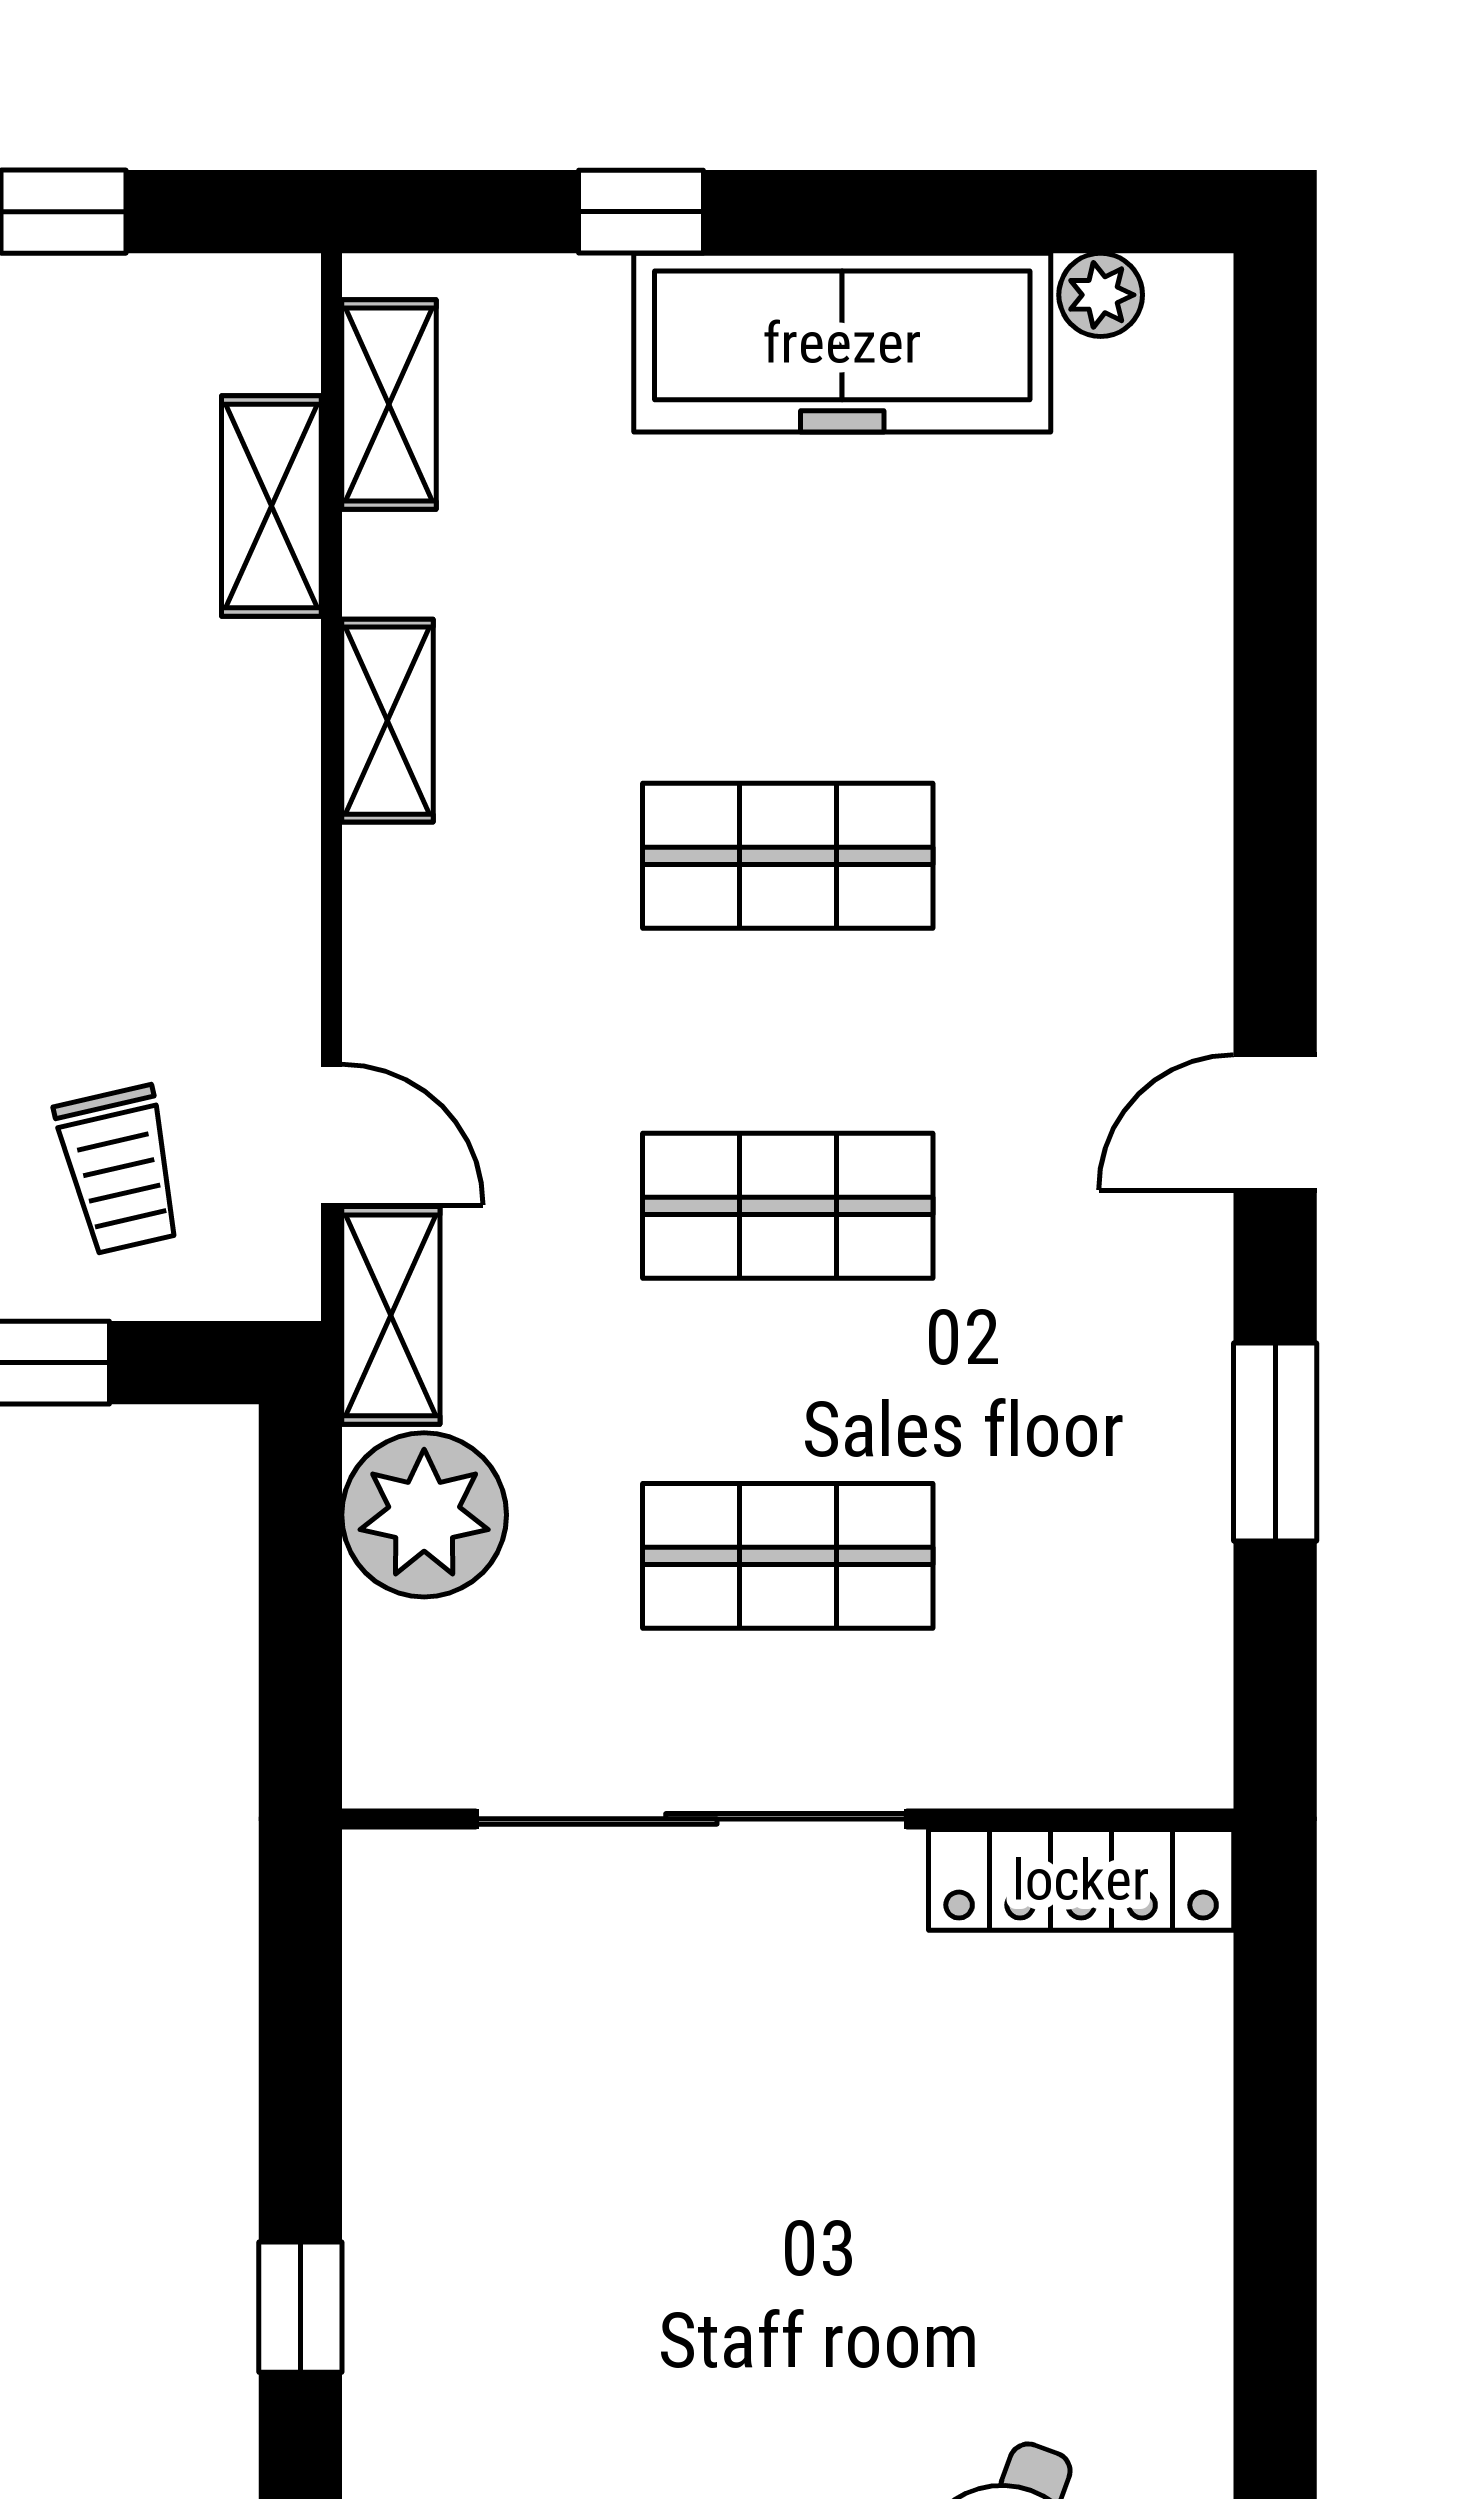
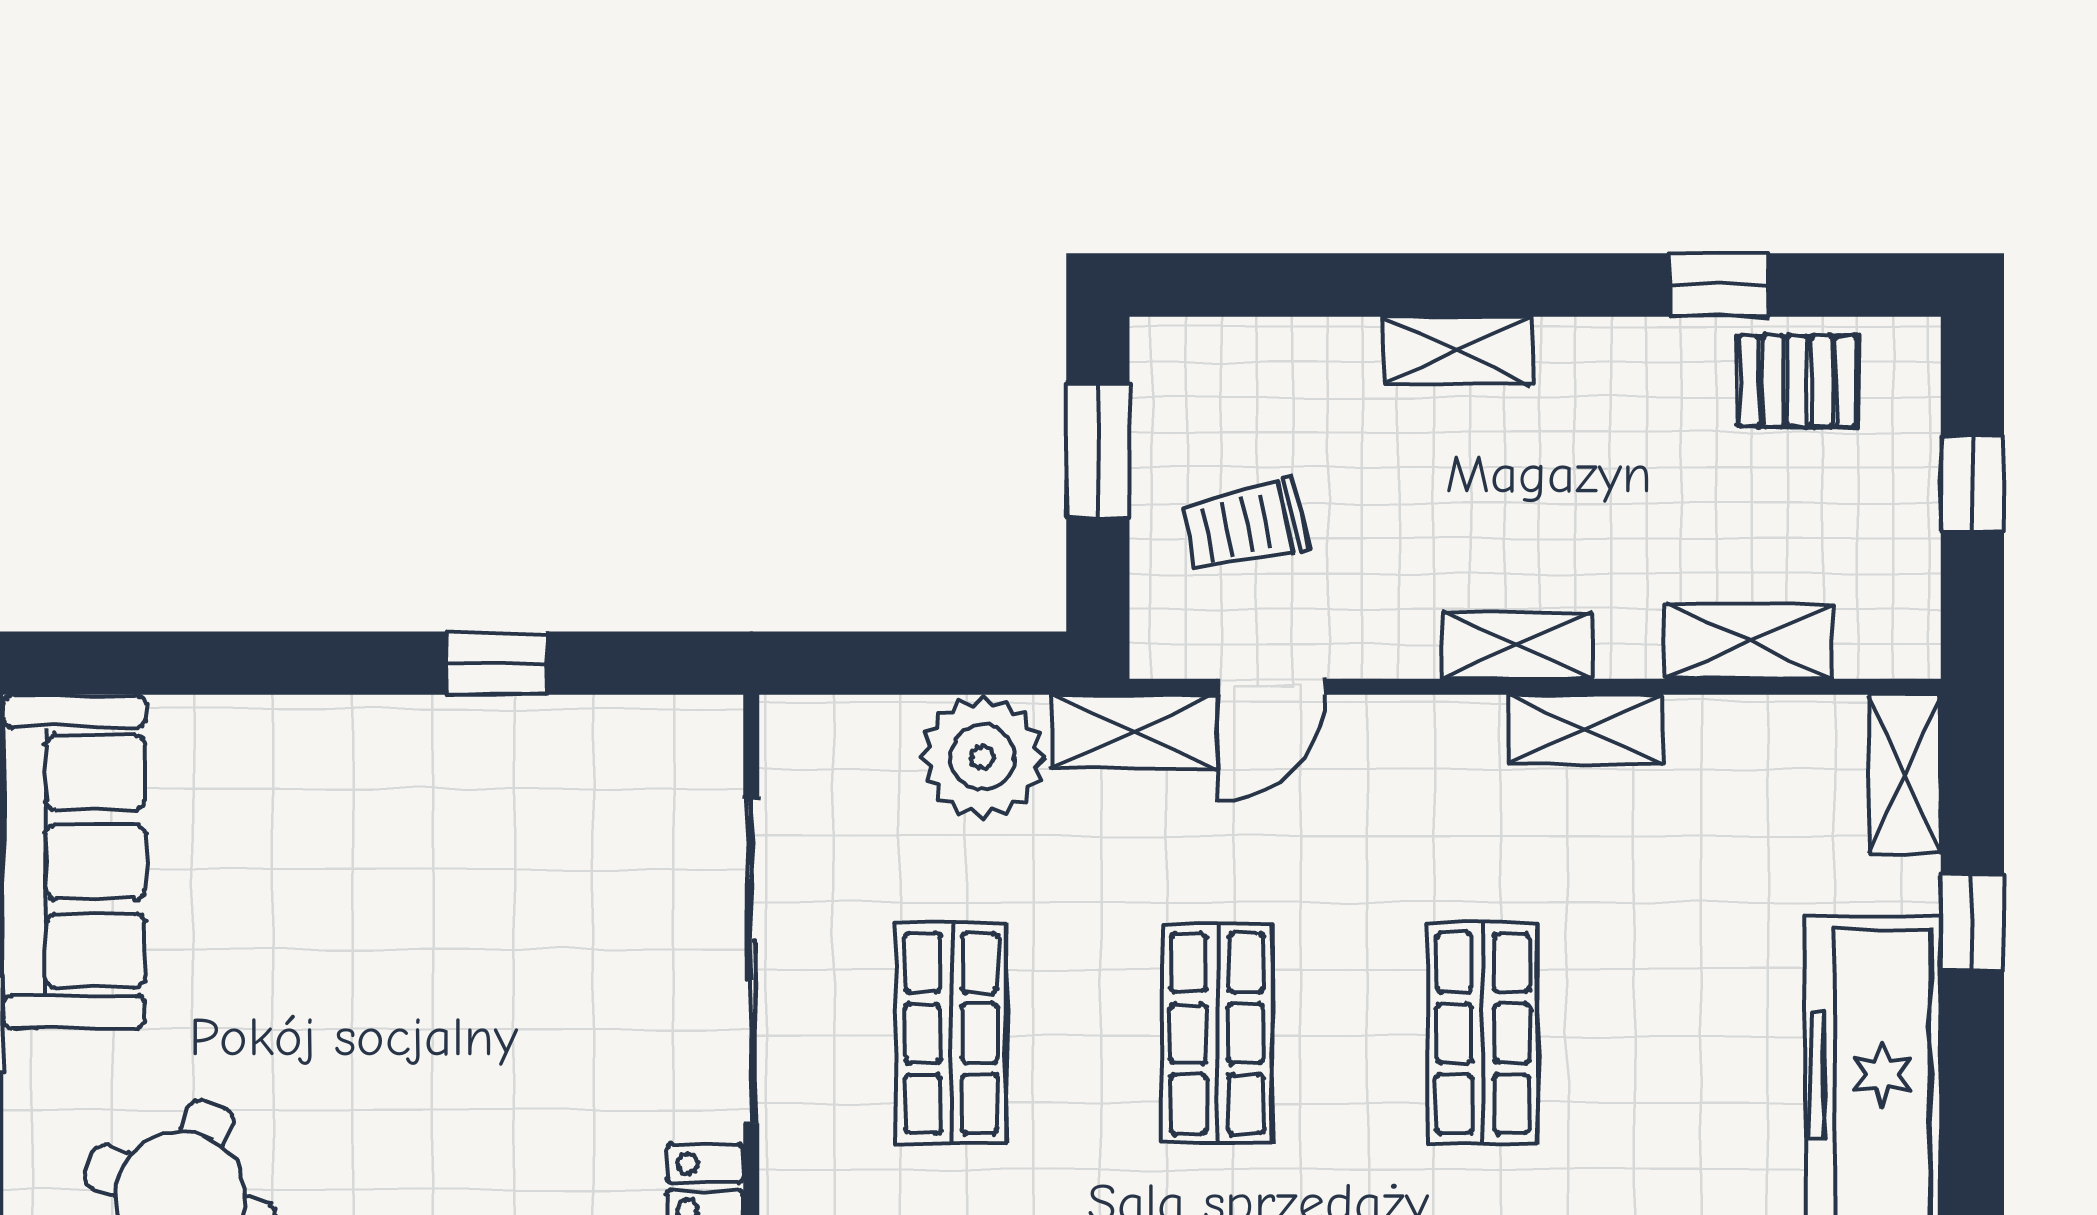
shelving: (389, 405) -> (1905, 774), moved, turned 90
shelving: (277, 811) -> (1517, 645), added
window: (300, 2307) -> (496, 663), moved

